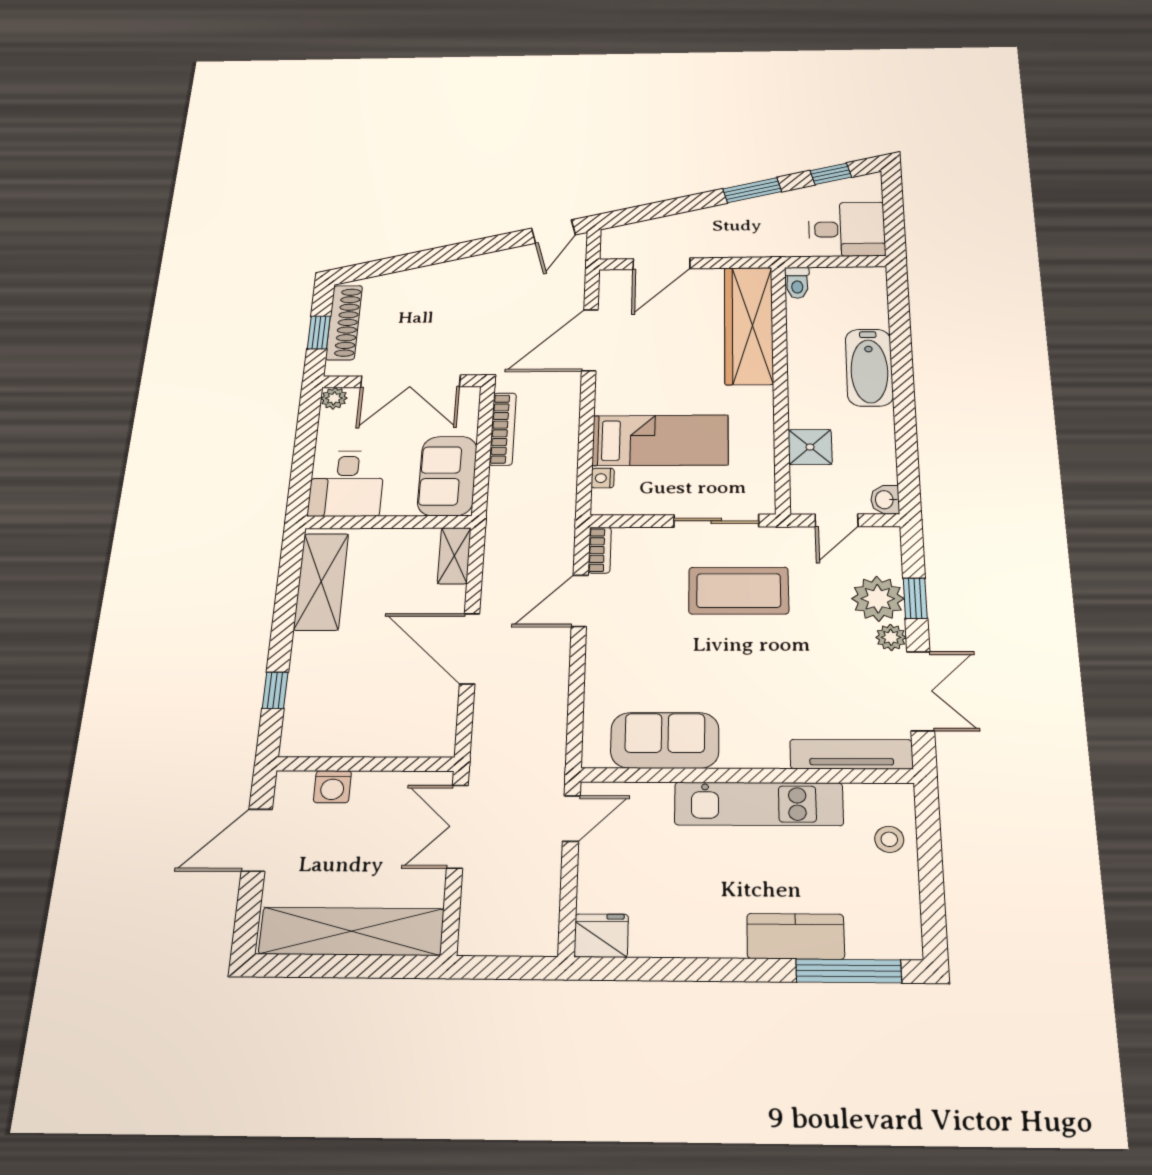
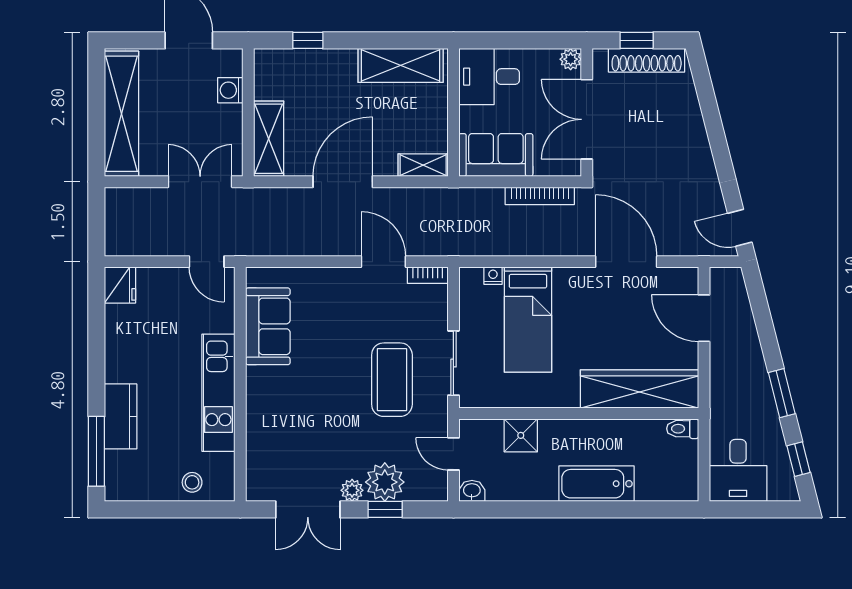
shelving: (404, 739) -> (269, 139), added
tv unit: (851, 754) -> (257, 458), removed

